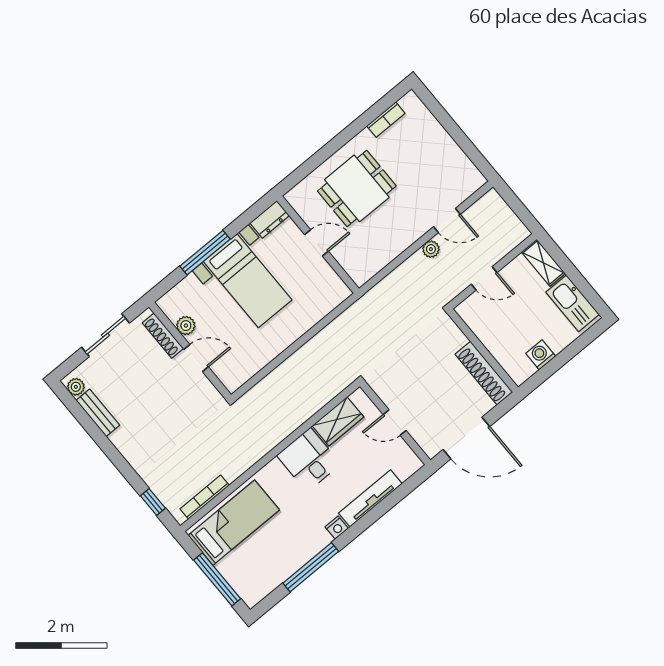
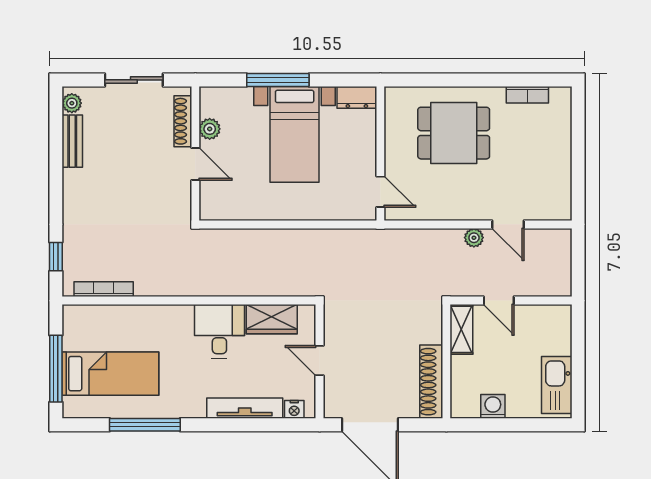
door: (317, 243) -> (380, 192), moved
shelving: (543, 263) -> (461, 329), moved
bed: (234, 523) -> (110, 374), moved
nightstand: (337, 528) -> (294, 409), moved

